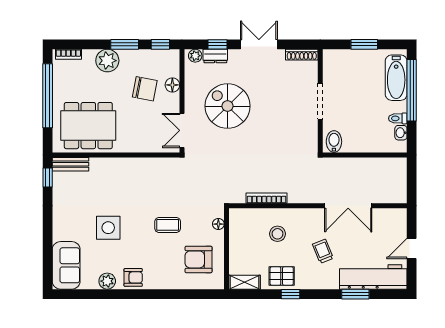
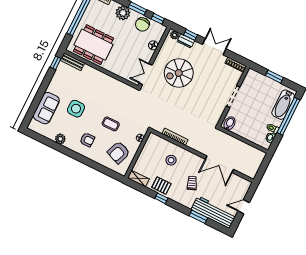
chair: (145, 89) -> (142, 24), moved, turned 79
spiral stairs: (228, 106) -> (179, 73), turned -90
armchair: (199, 259) -> (119, 152), turned -69
sofa: (66, 265) -> (46, 108), moved
armchair: (133, 277) -> (87, 140), moved

